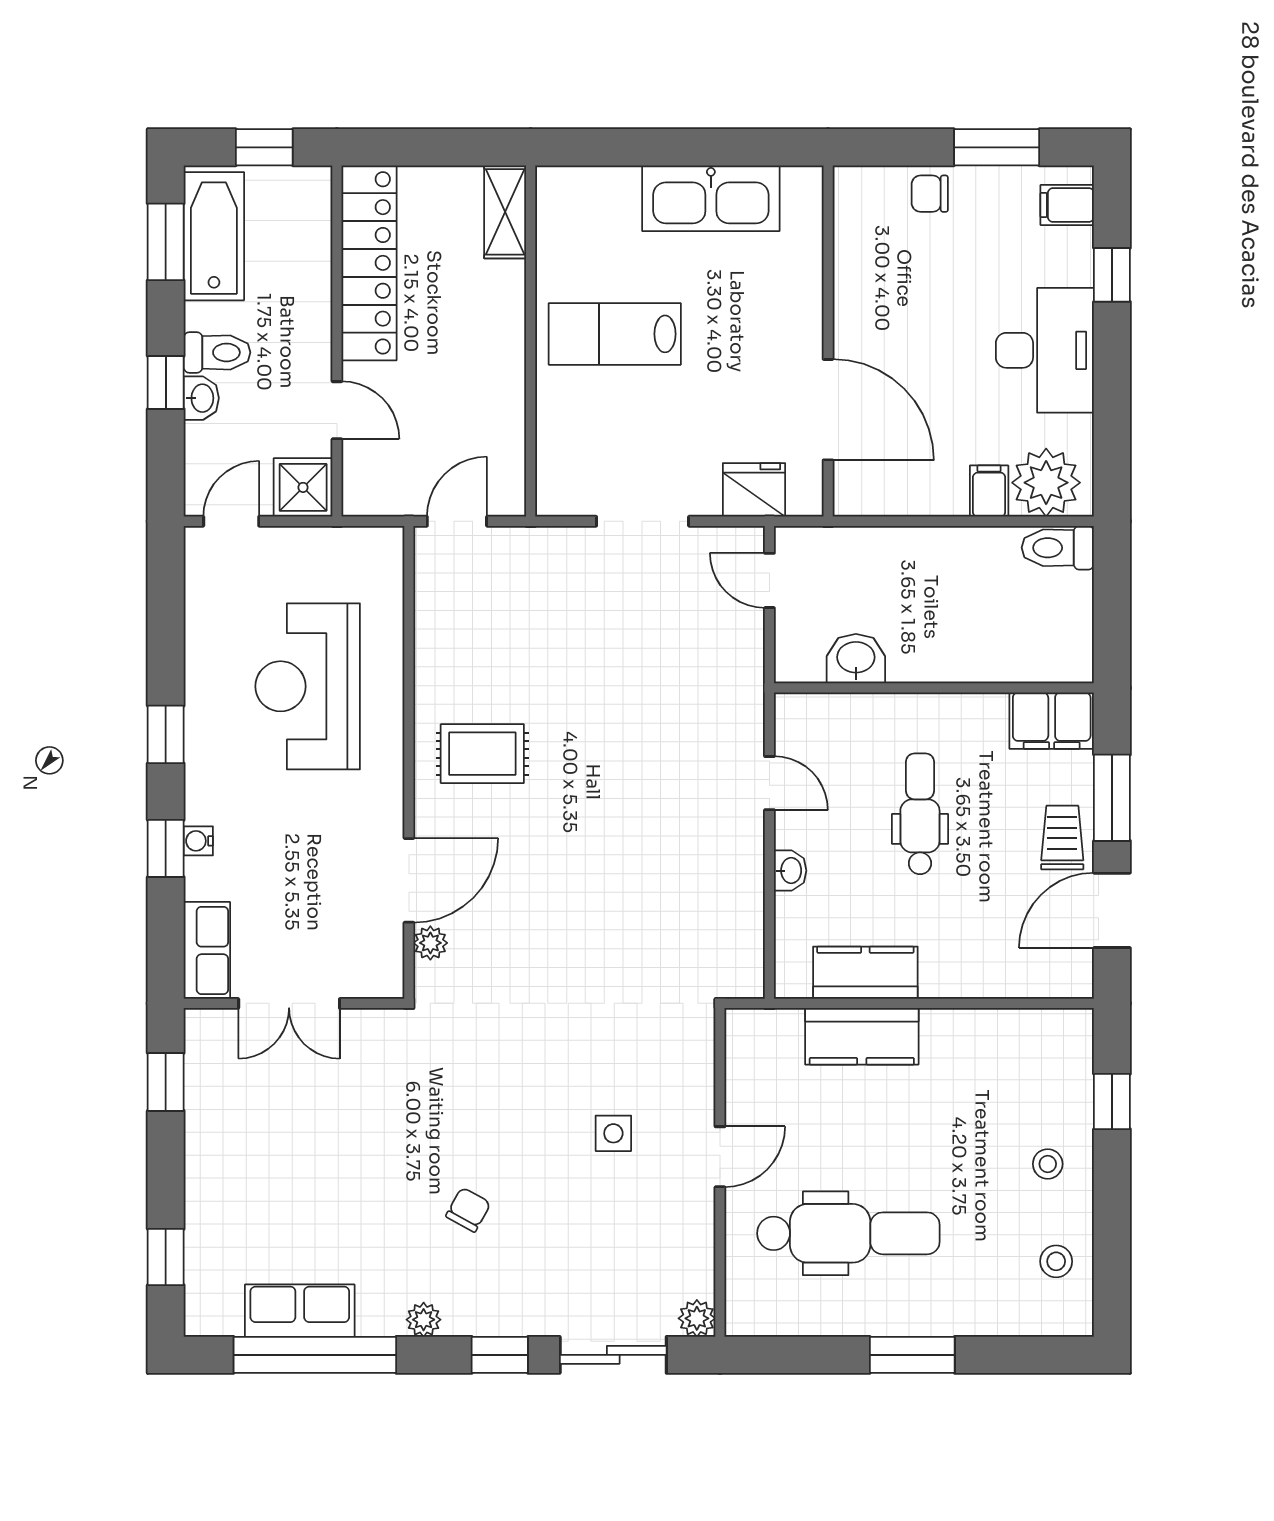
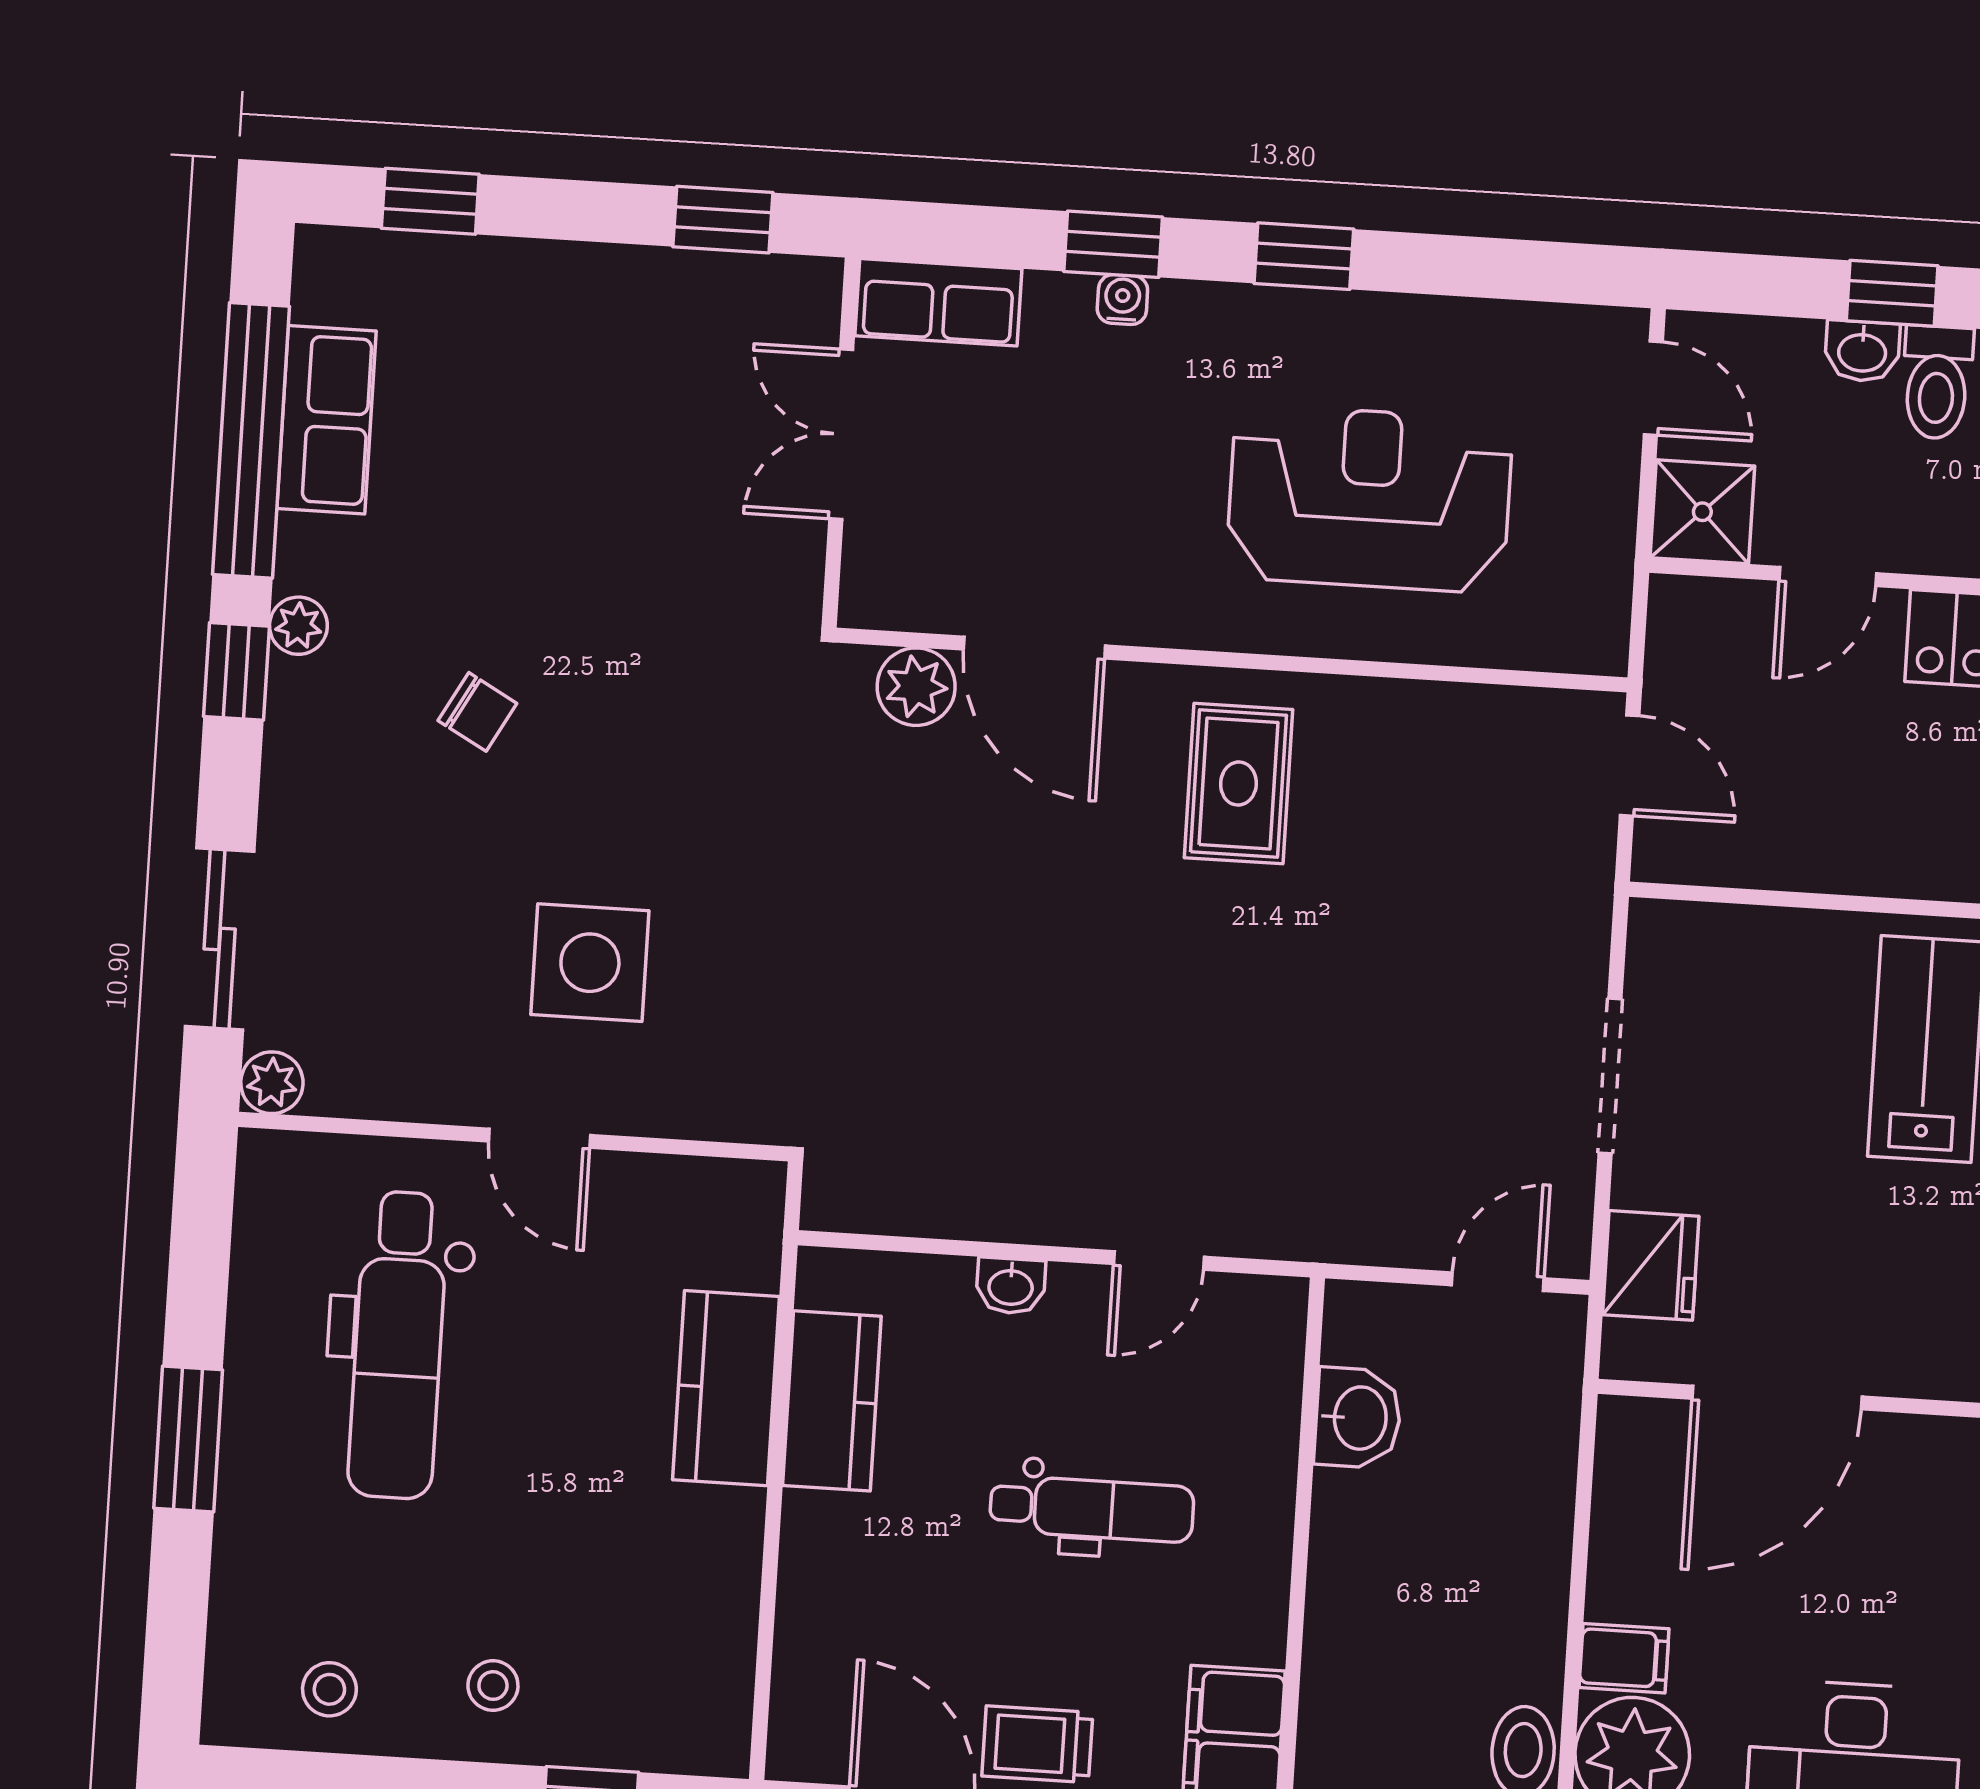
trolley: (1062, 837) -> (1037, 1744), turned 180
plant: (430, 943) -> (916, 687), width x1.38, depth x1.38
side table: (613, 1133) -> (590, 963), width x1.87, depth x1.87
window: (500, 1355) -> (236, 671), moved

